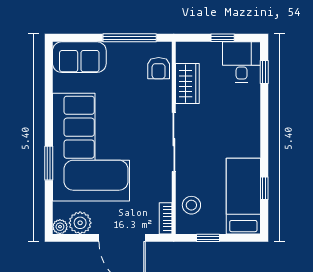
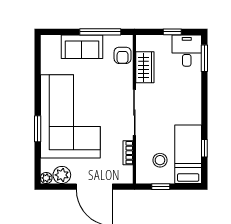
sofa: (79, 57) -> (82, 47), moved
window: (264, 72) -> (204, 58), width x1.50
stool: (191, 205) -> (160, 160), moved
bookcase: (166, 218) -> (128, 153), moved

